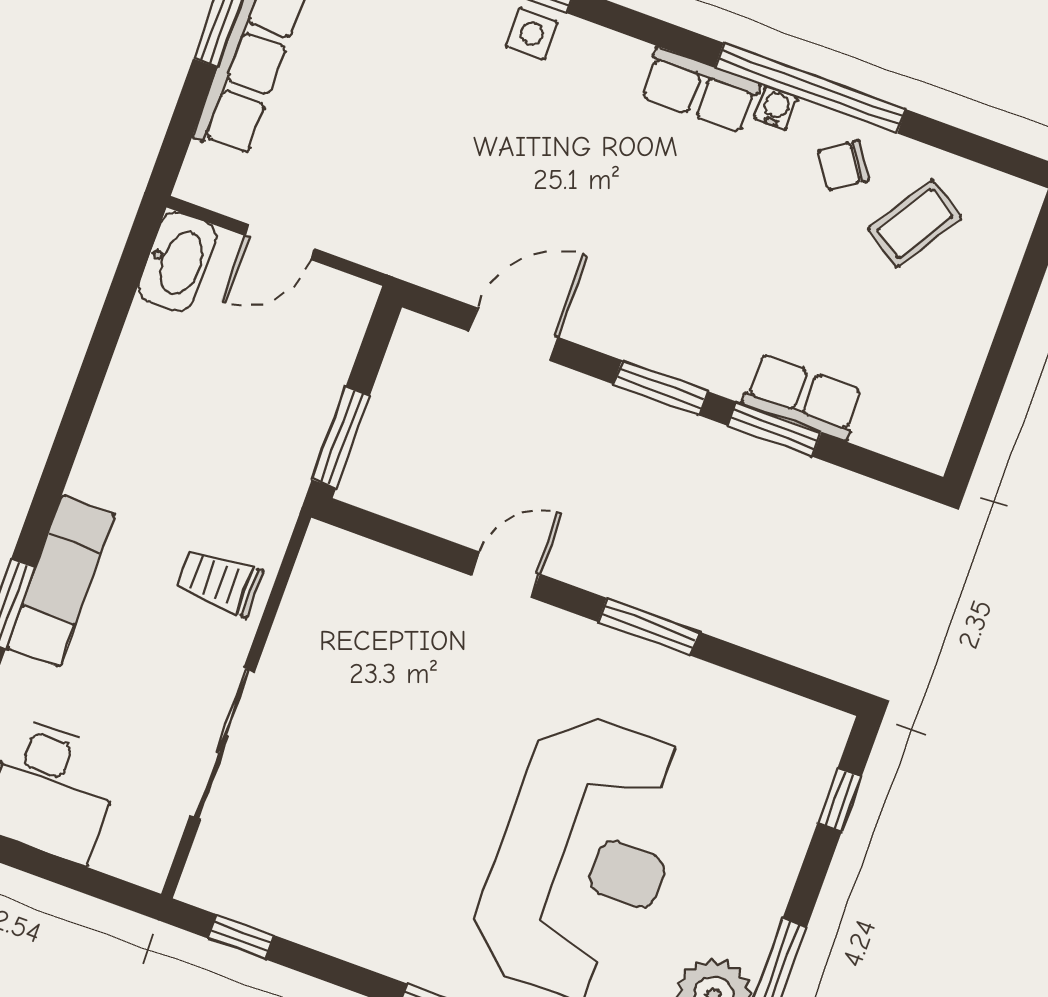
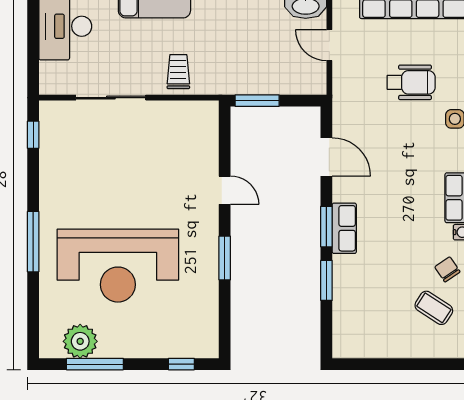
wheelchair: (421, 98) -> (411, 82), added
row of seats: (803, 397) -> (344, 228), moved

